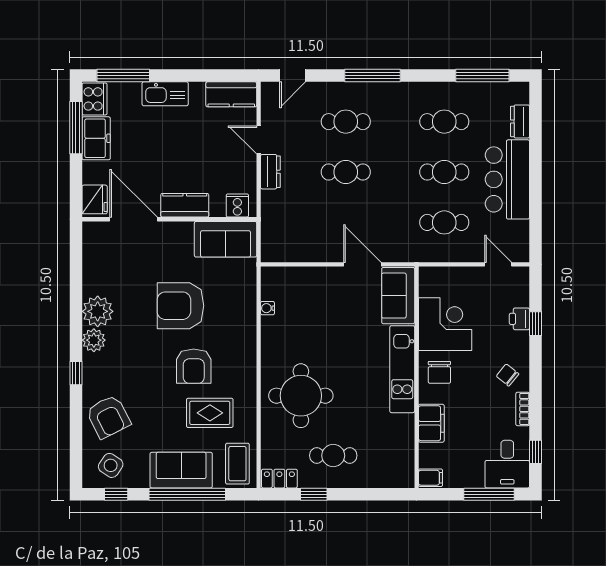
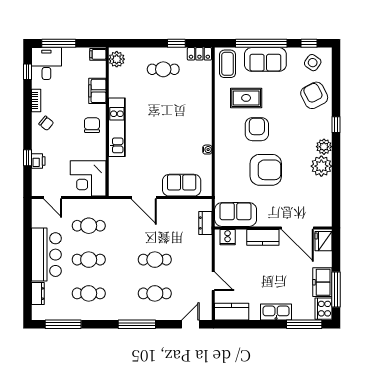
dresser: (270, 172) -> (205, 223), moved
sofa: (398, 296) -> (182, 185), moved, turned -90
water cooler: (267, 308) -> (207, 150), moved
corner desk: (445, 324) -> (88, 178), moved
round table: (301, 396) -> (185, 109), removed
plant: (403, 470) -> (117, 59), added

